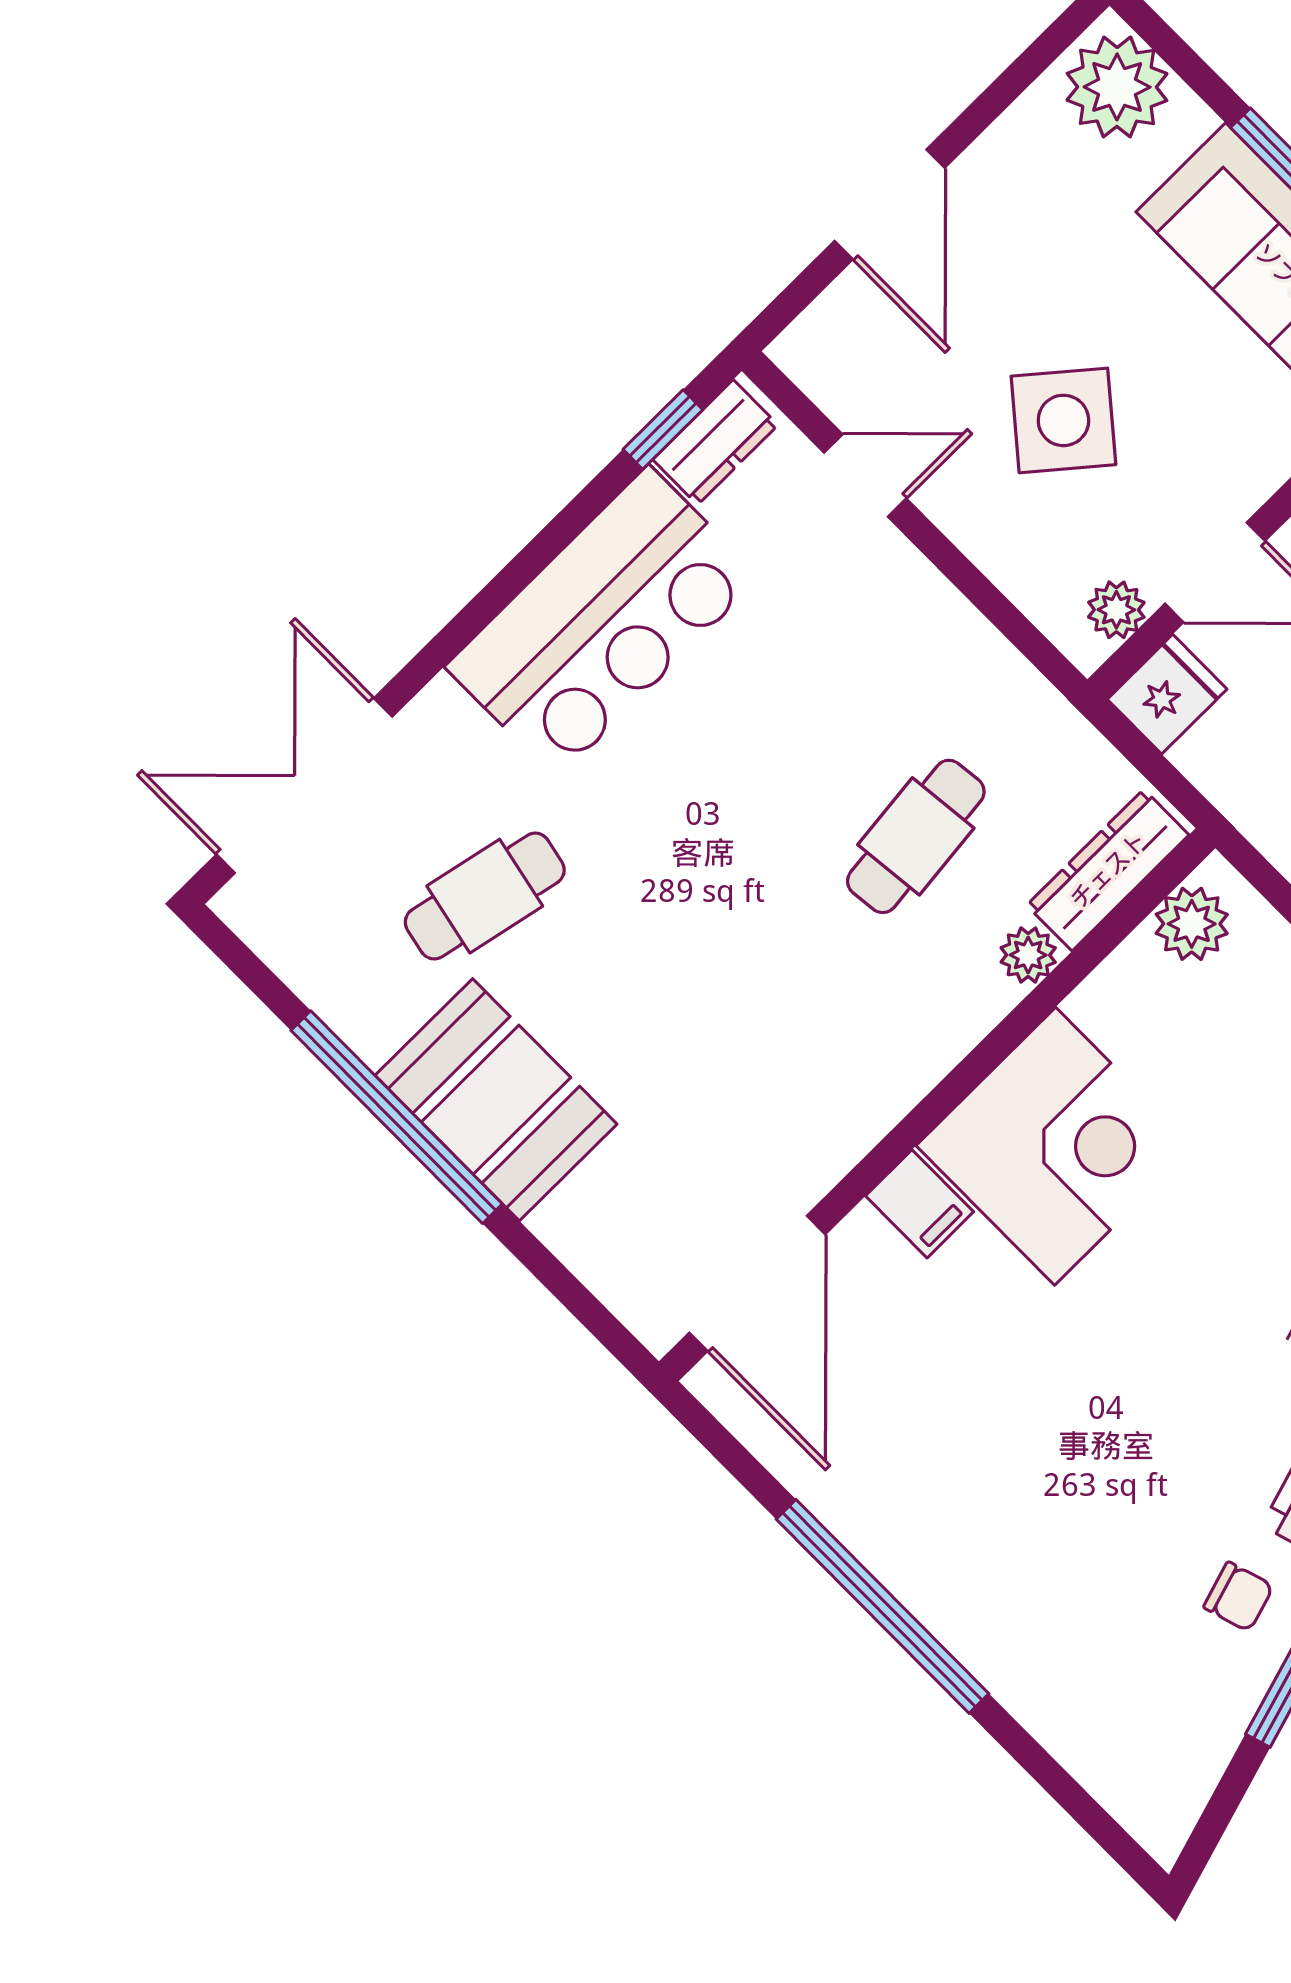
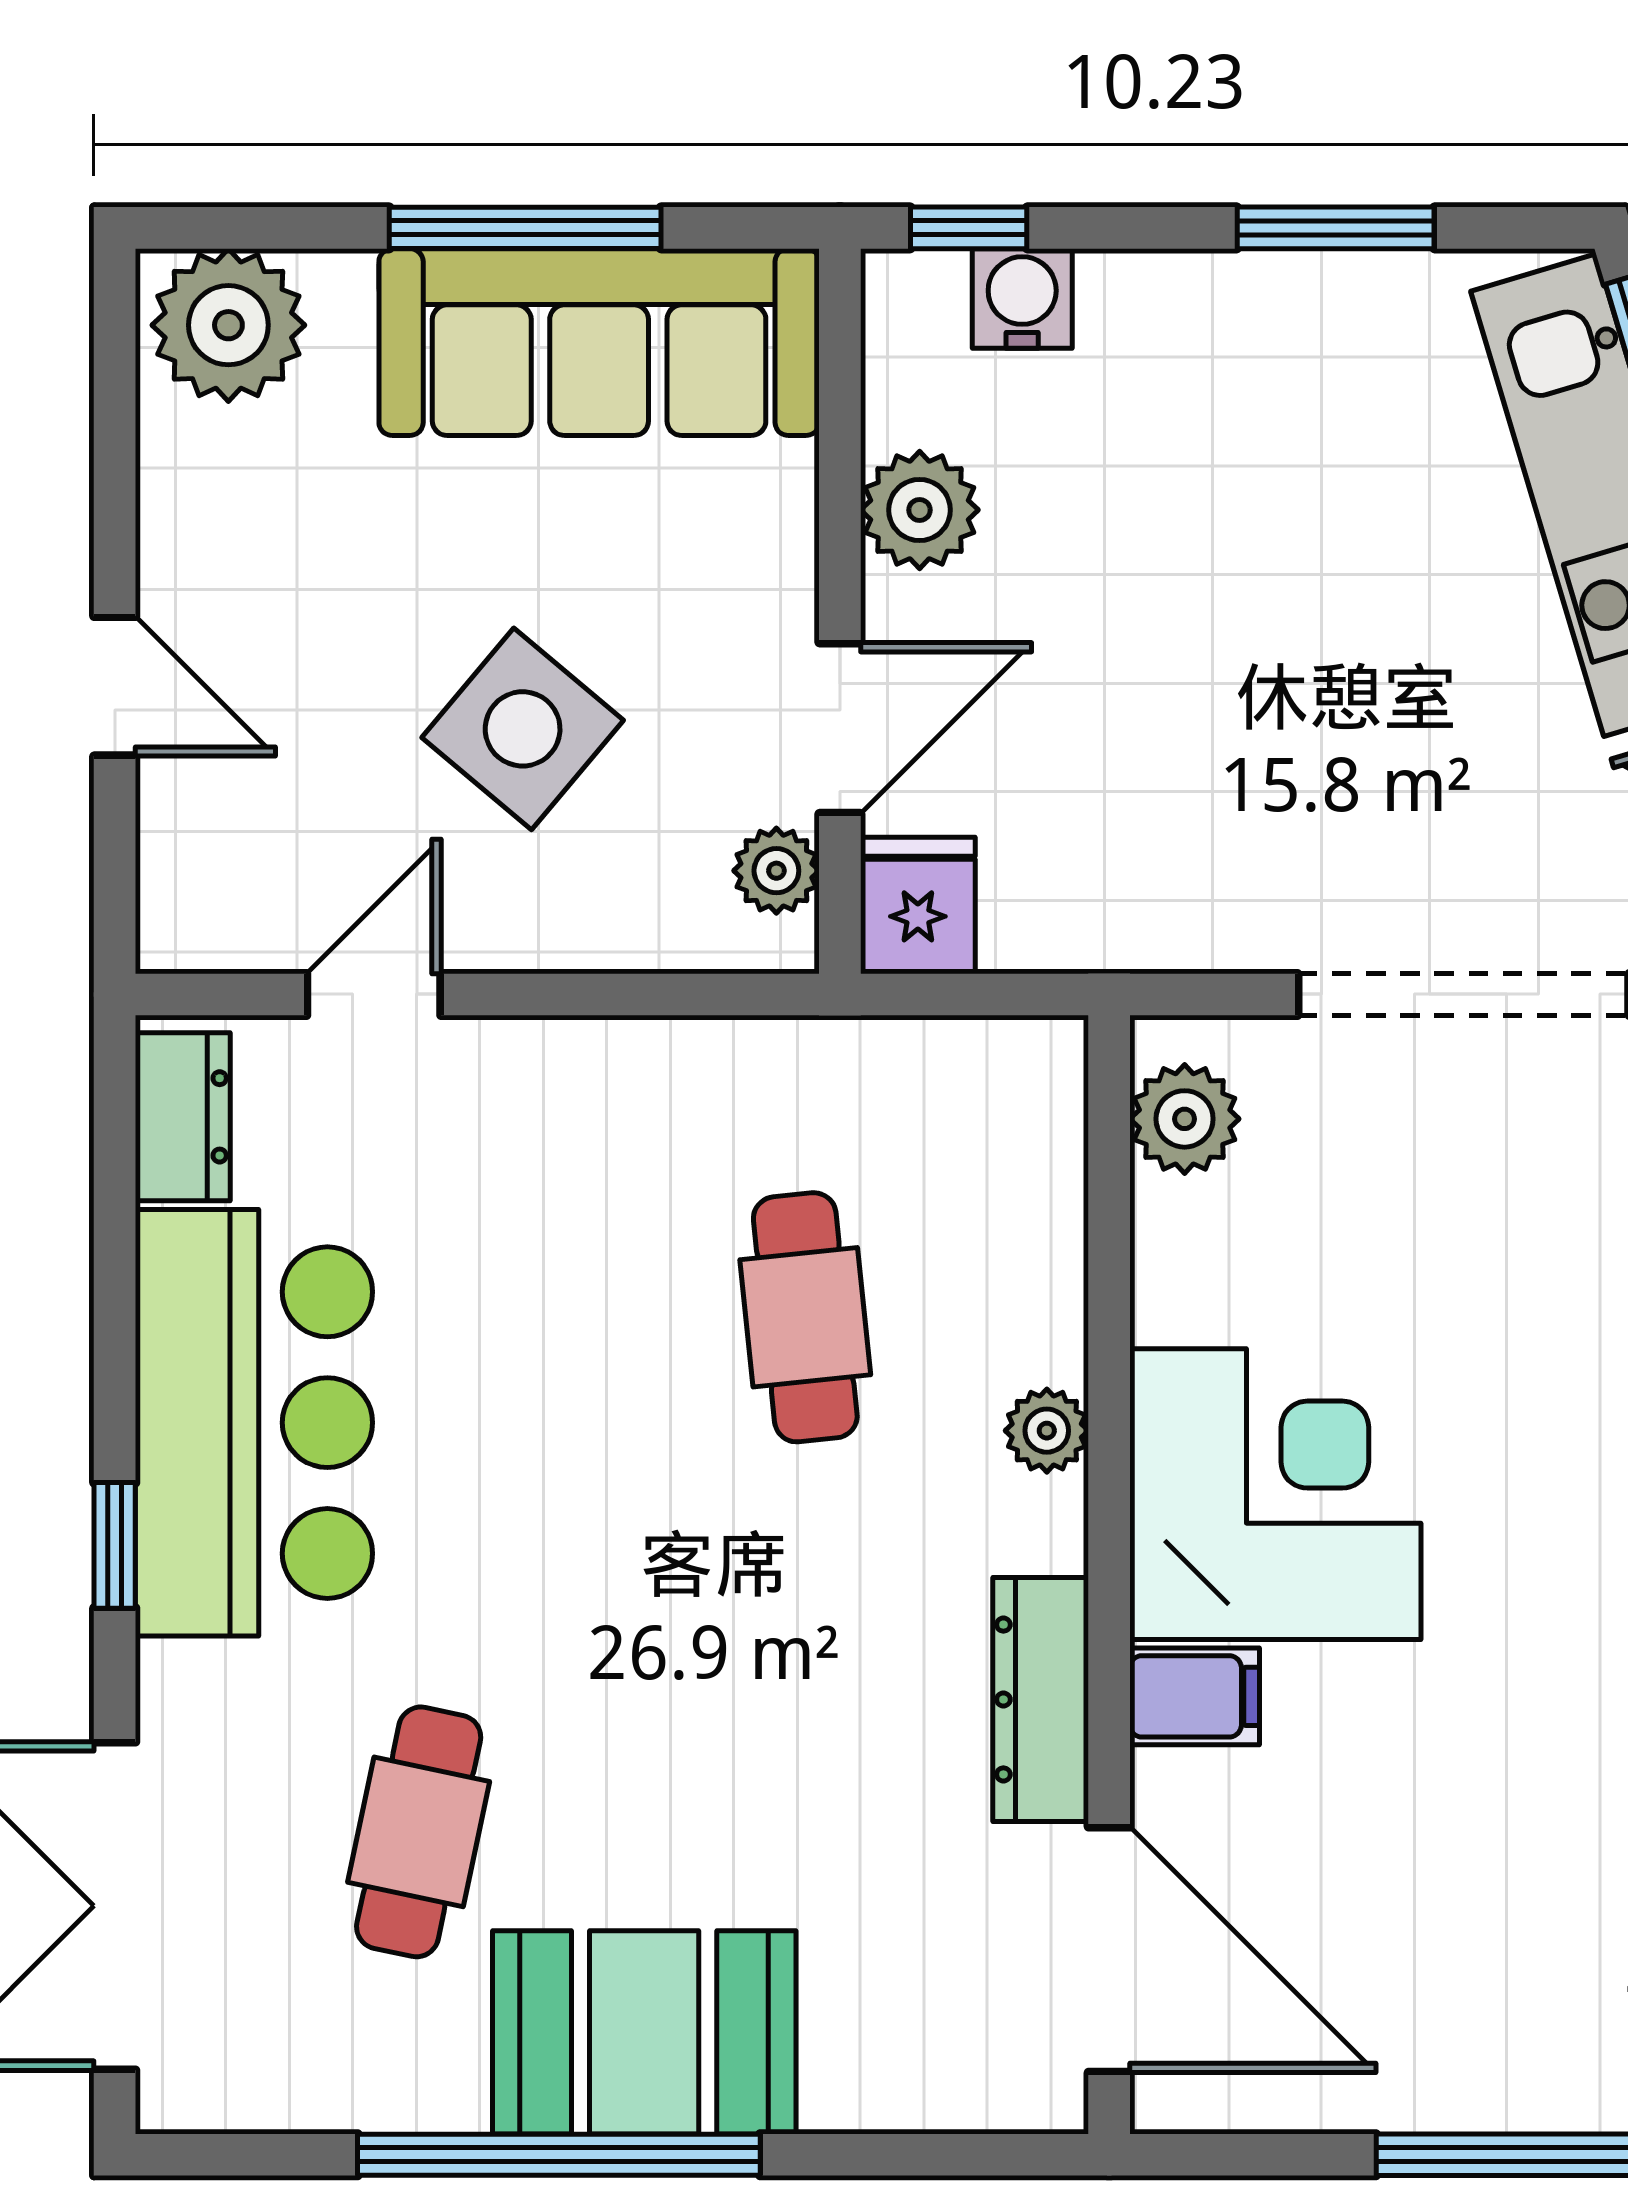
door: (890, 204) -> (115, 686), width x0.73
window: (663, 429) -> (115, 1545), moved
dresser: (1108, 870) -> (1041, 1700), moved
plant: (1028, 955) -> (1047, 1431), moved

